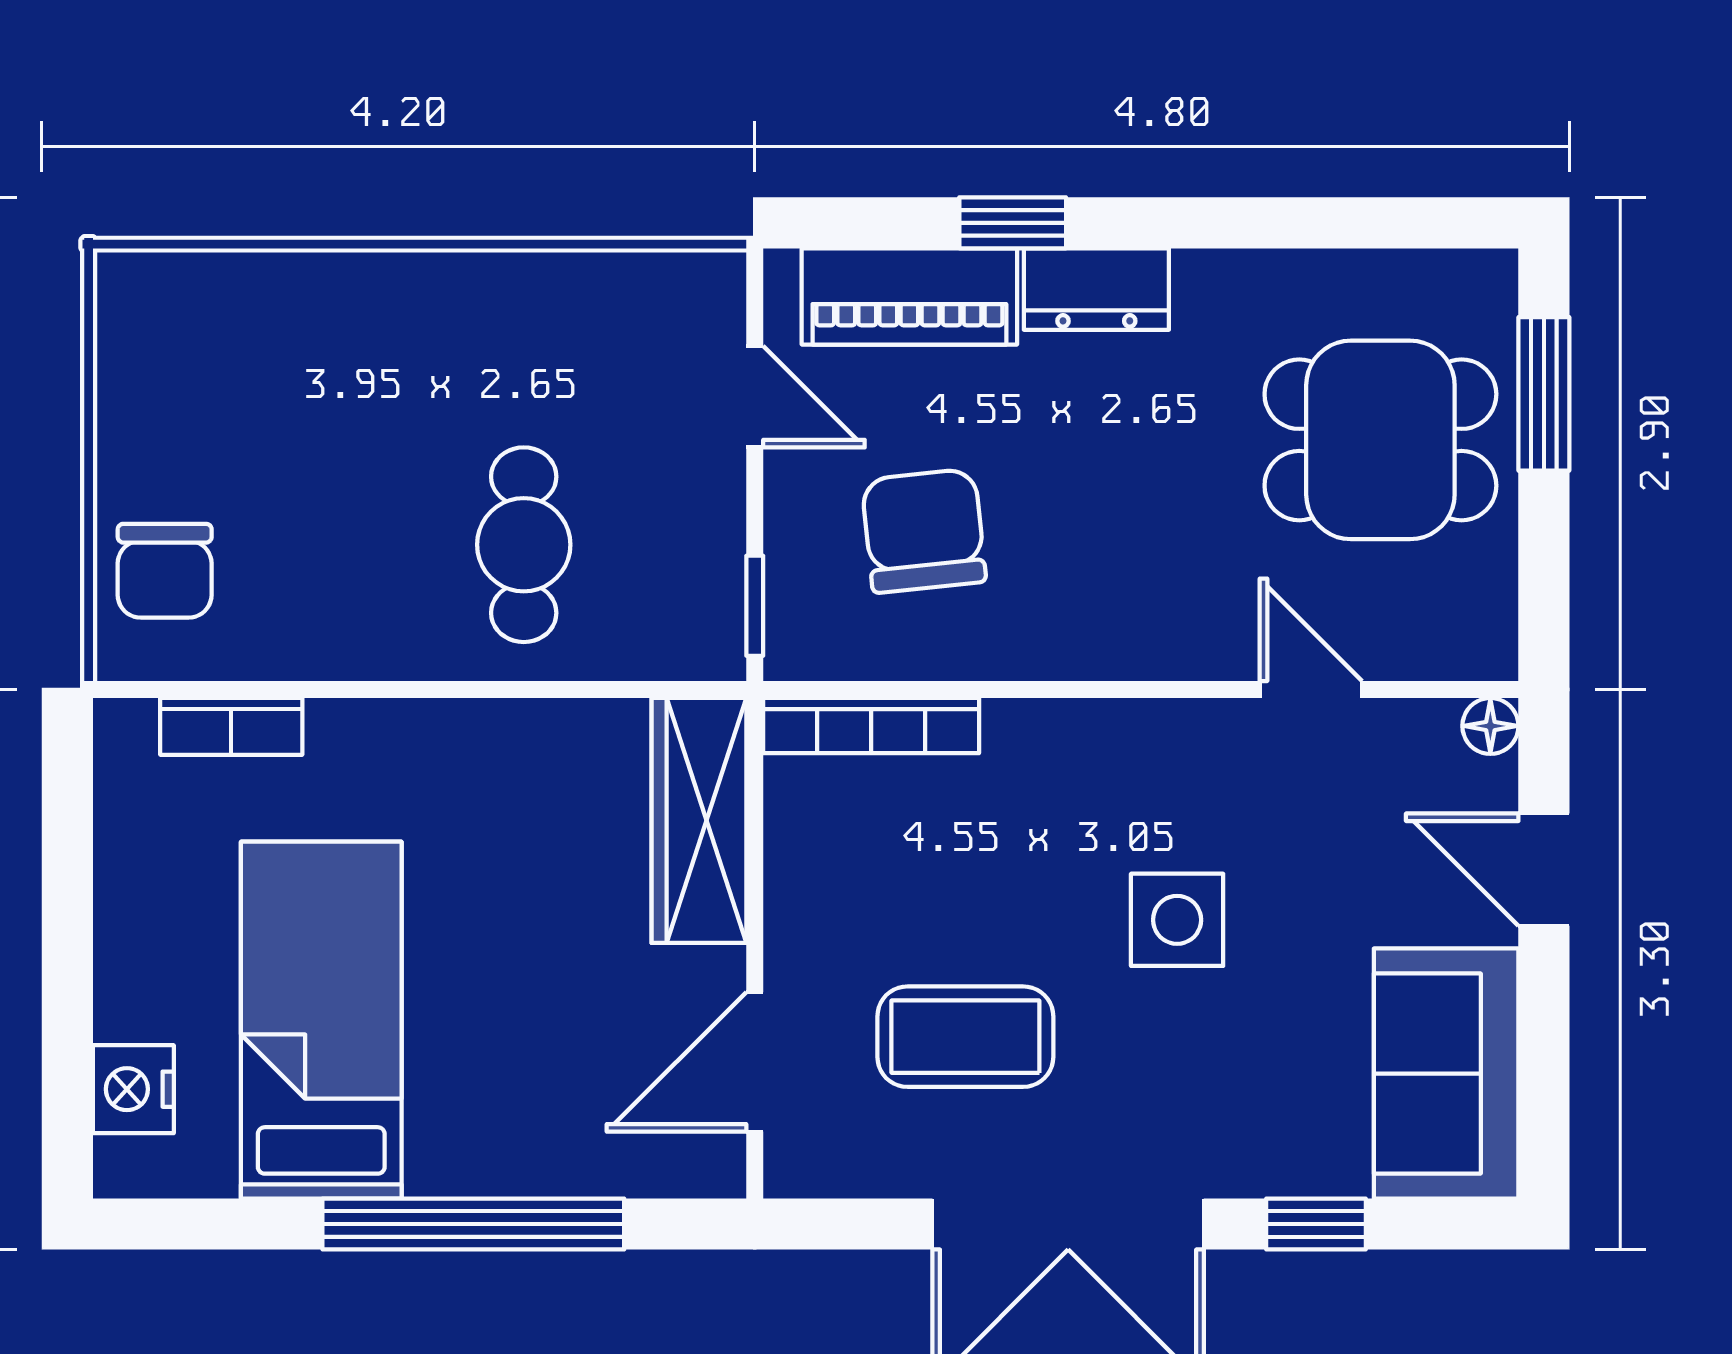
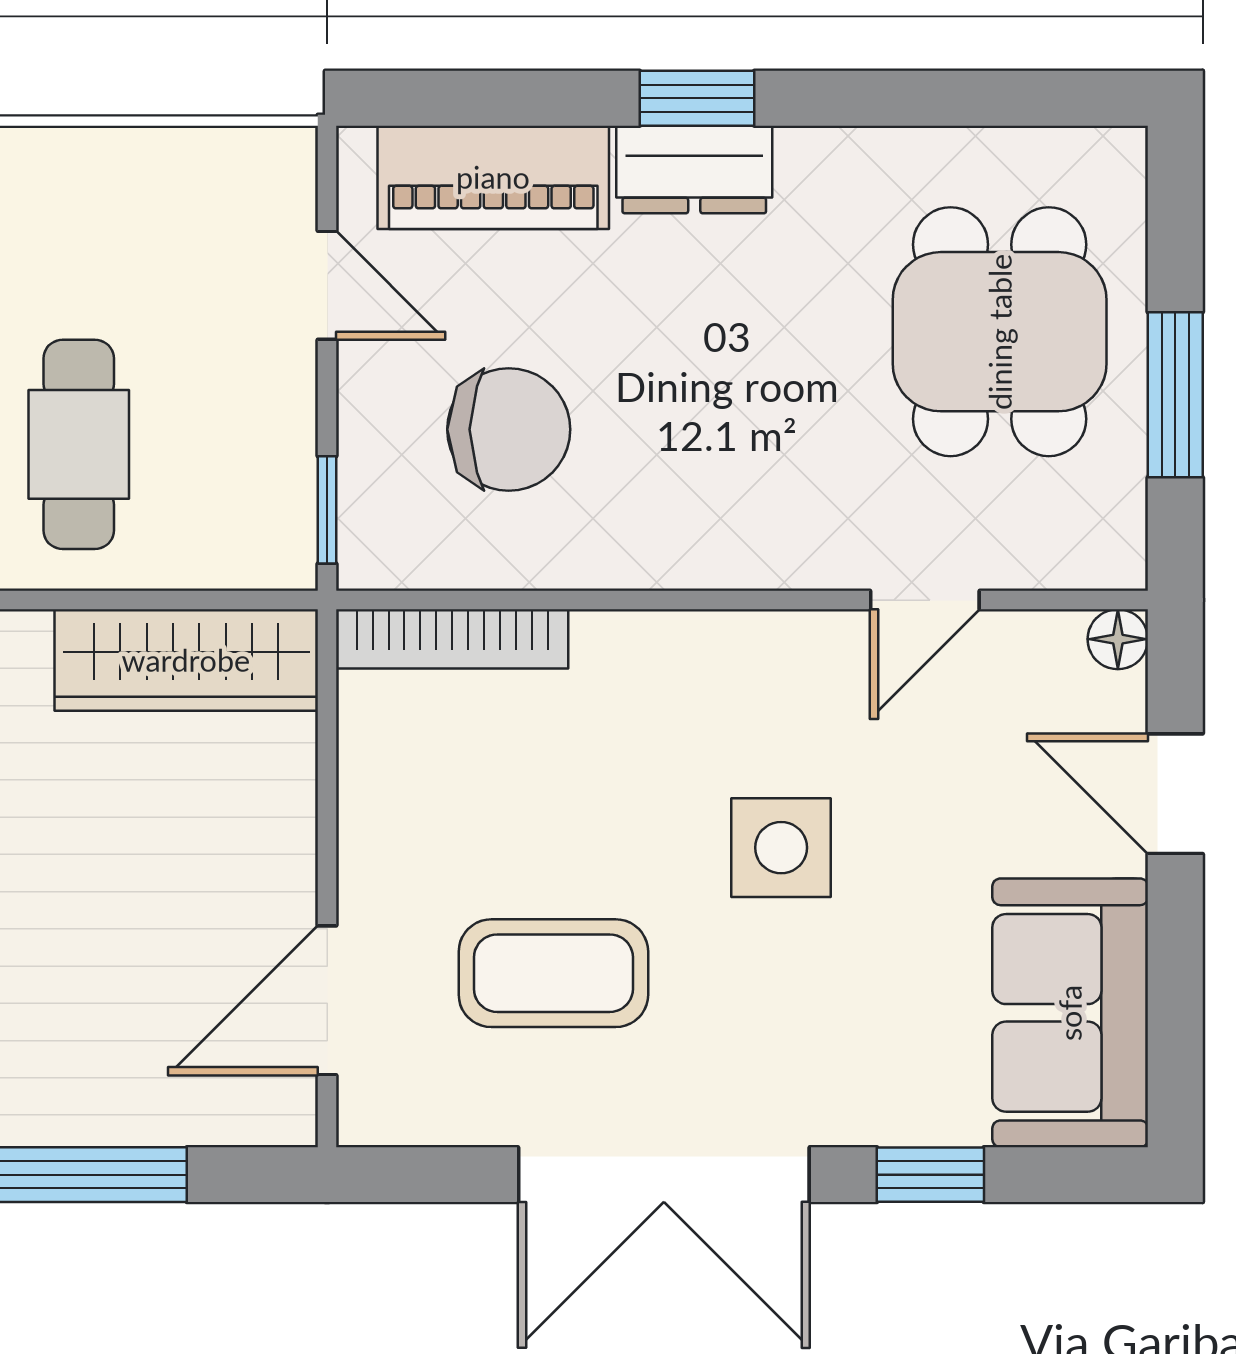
window: (1013, 223) -> (697, 98), moved
window: (1544, 394) -> (1175, 395), moved
dining table: (1380, 440) -> (1000, 332), turned 90
chair: (924, 531) -> (509, 429), turned 96
door: (1311, 689) -> (925, 600), swing flipped
wardrobe: (699, 820) -> (186, 660), moved, turned -90

